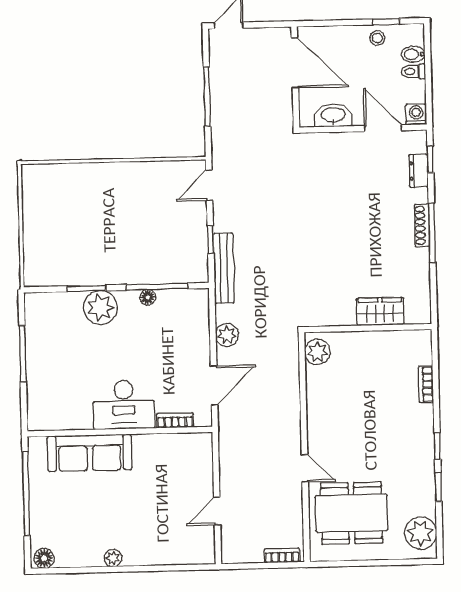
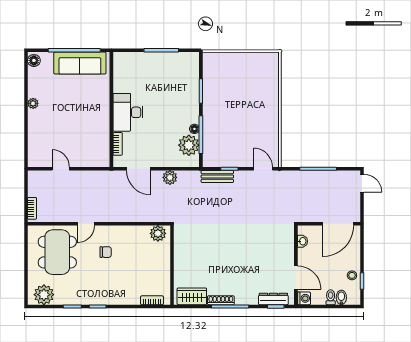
washbasin: (333, 115) -> (302, 241), width x0.52, depth x0.69
door: (383, 128) -> (296, 278), hinge flipped
dresser: (419, 171) -> (273, 299), width x1.44
shoe rack: (422, 225) -> (221, 300), moved
bench: (224, 268) -> (217, 176), width x0.73
plant: (100, 308) -> (189, 145), moved
wardrobe: (380, 311) -> (192, 296), moved, turned -90
bookcase: (426, 384) -> (152, 300), moved
chair: (349, 435) -> (106, 252), added
sofa: (90, 453) -> (80, 63), moved, turned -90

